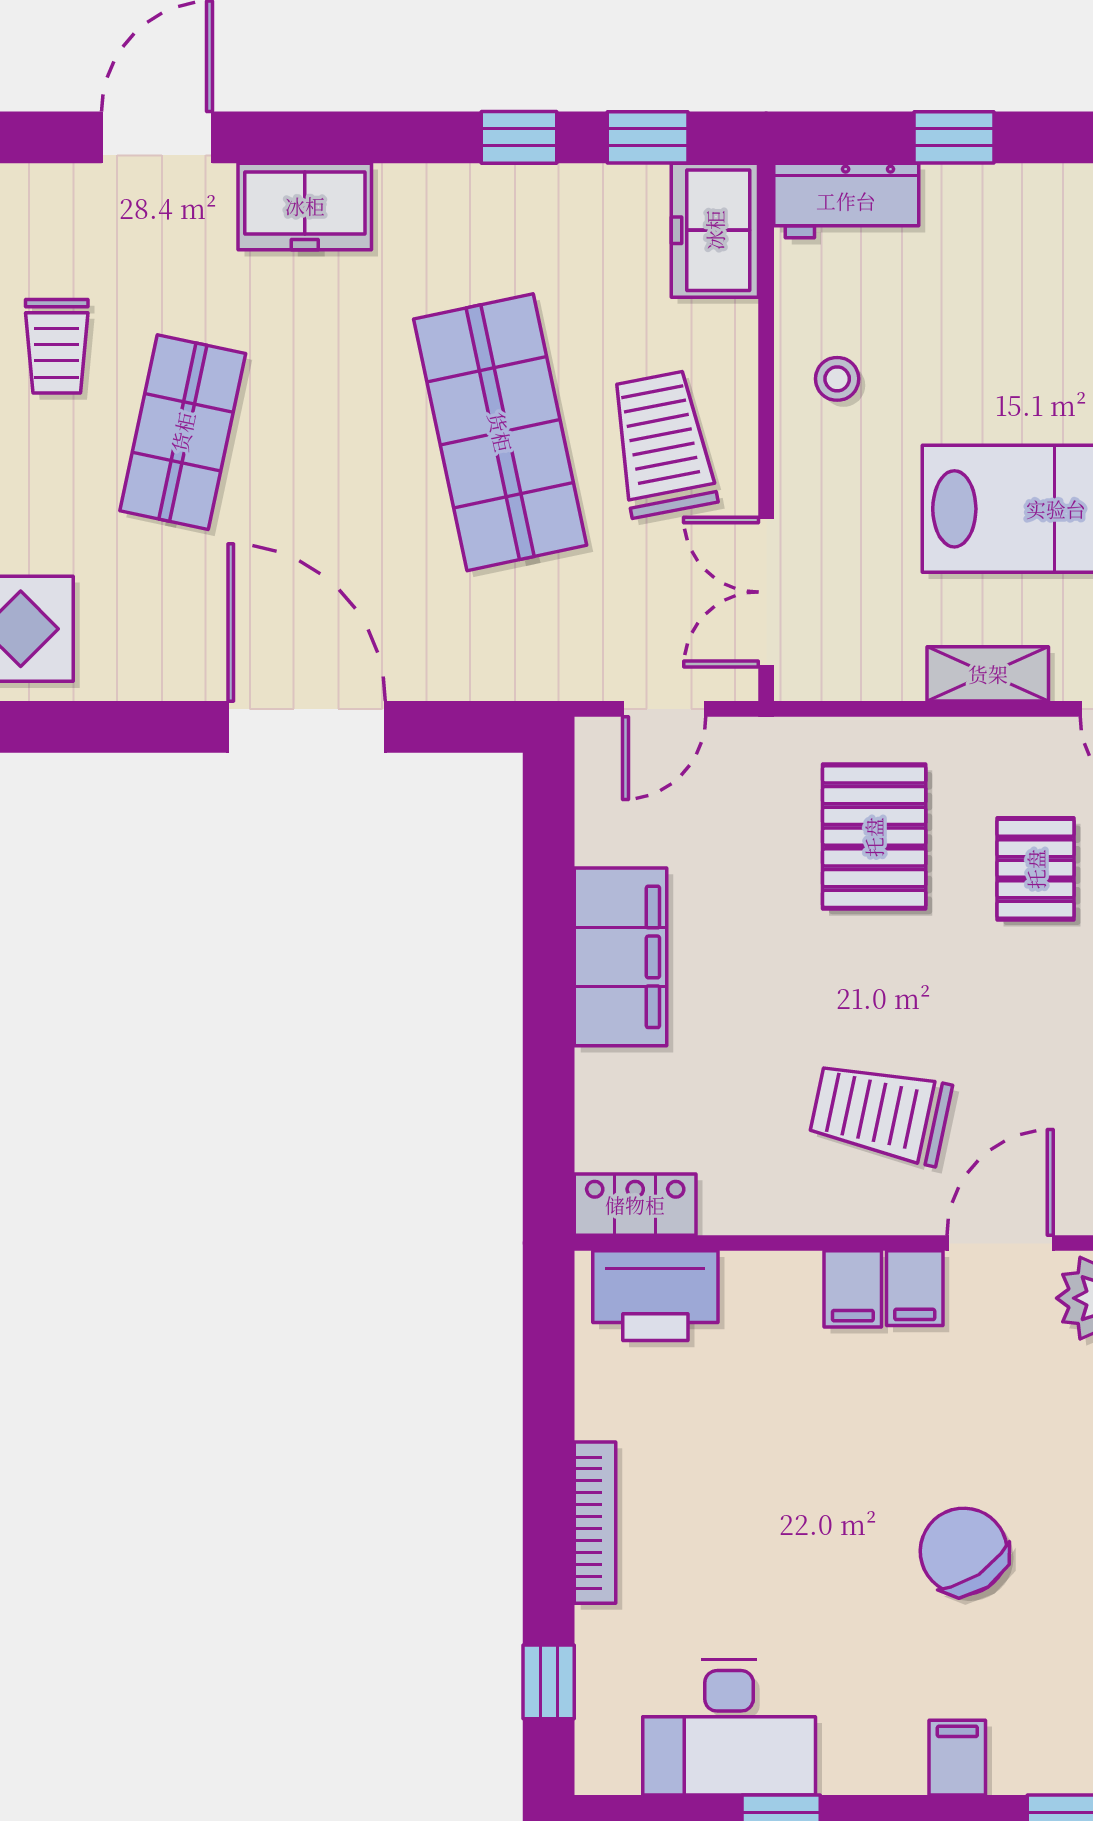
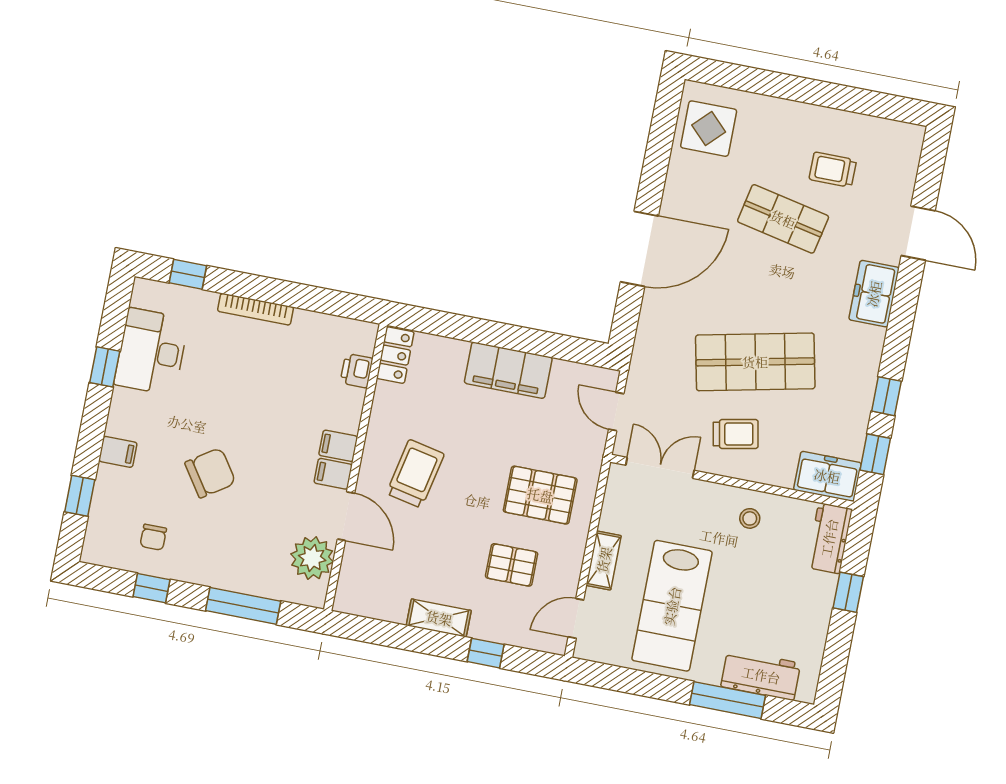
trolley: (662, 444) -> (736, 434), width x0.73, depth x0.72
printer: (655, 1296) -> (357, 371), width x0.53, depth x0.68

